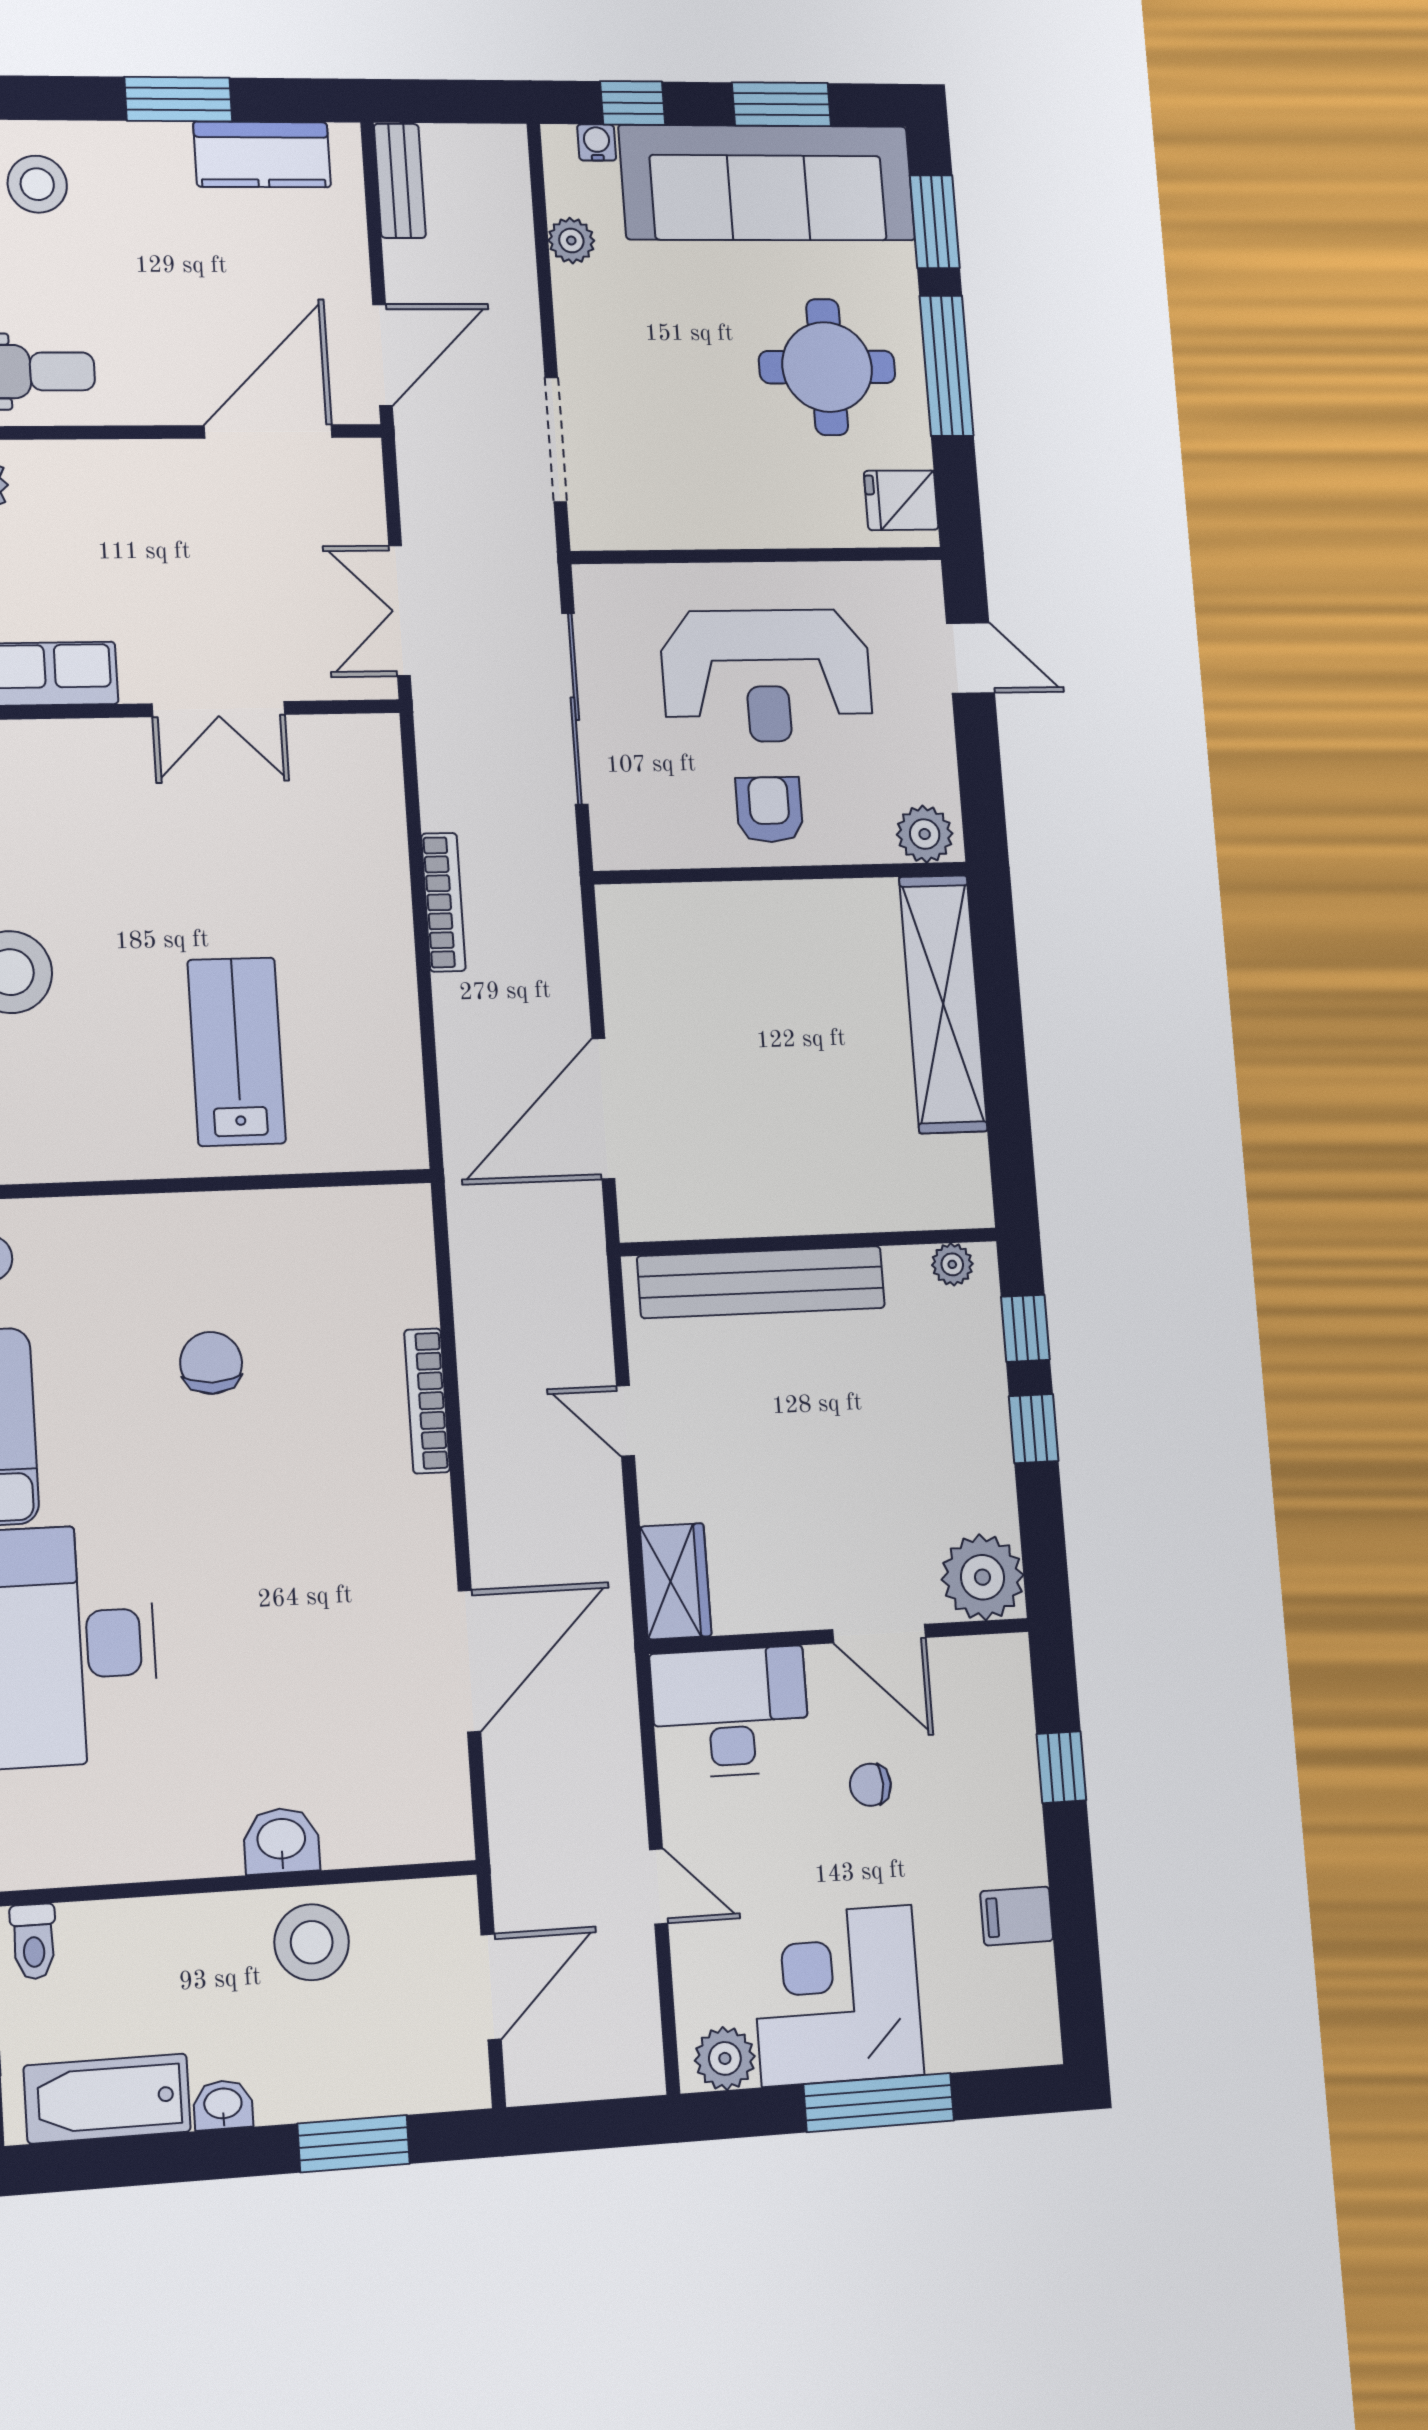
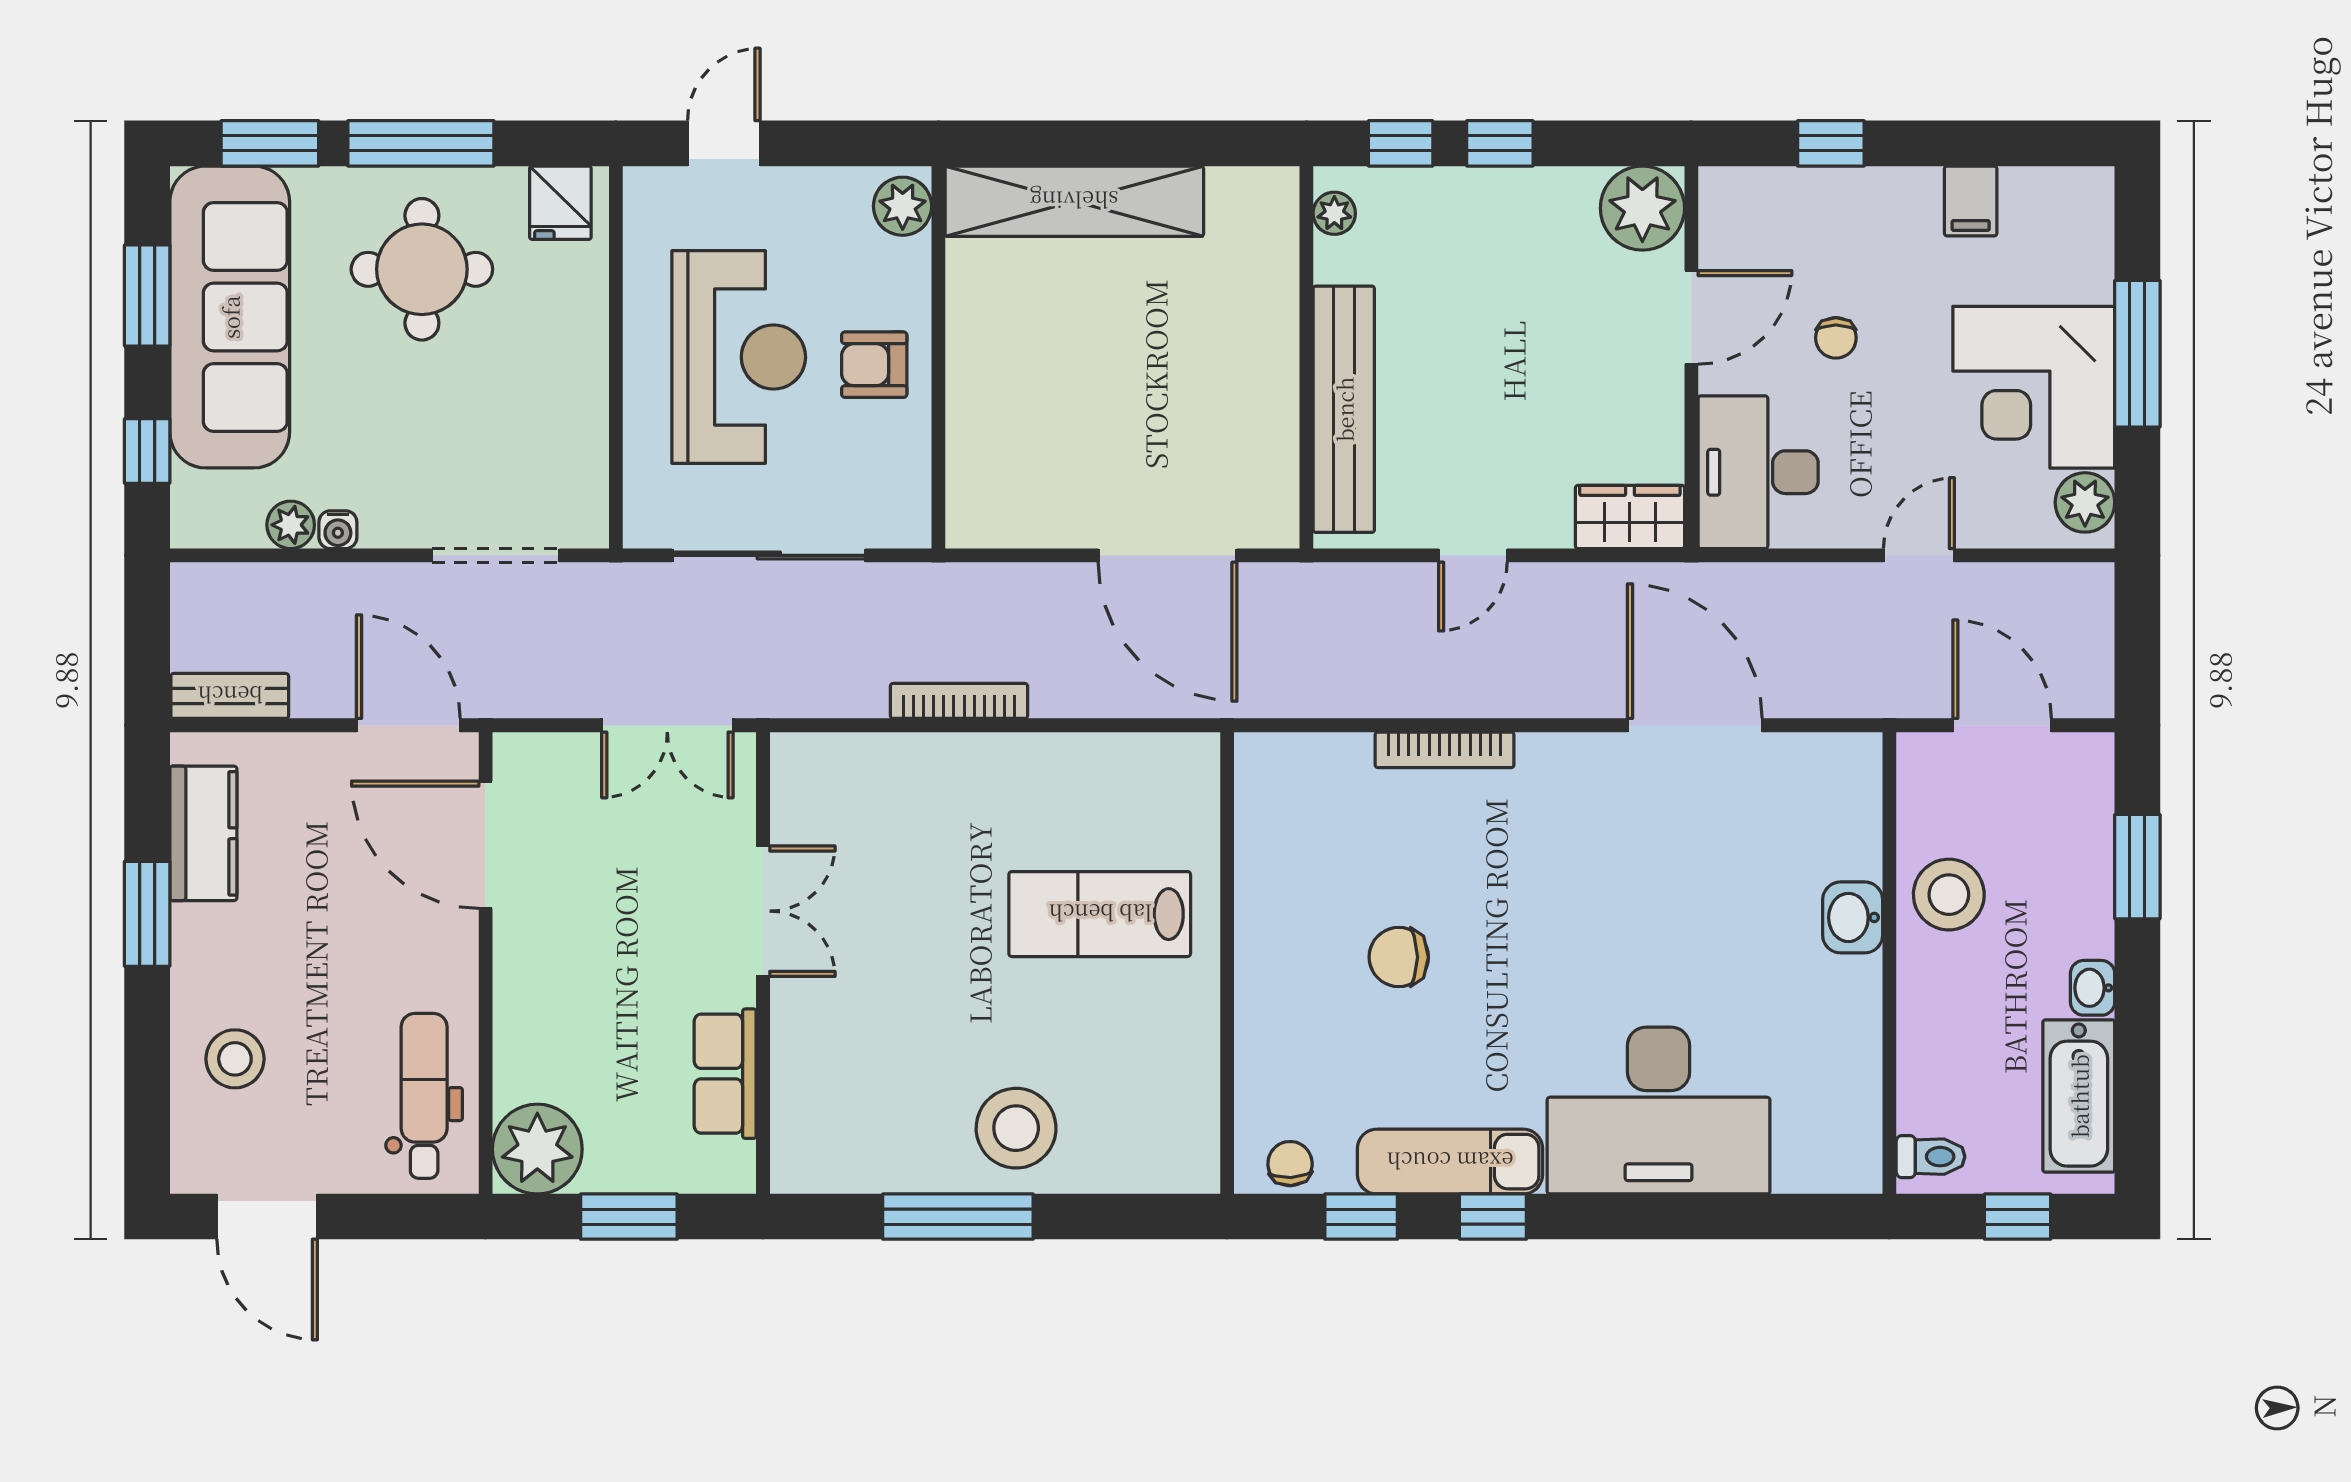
water cooler: (597, 142) -> (338, 530), moved, turned -90

